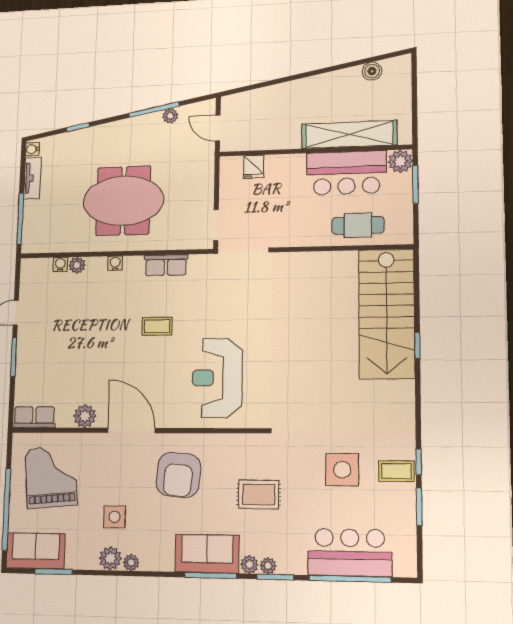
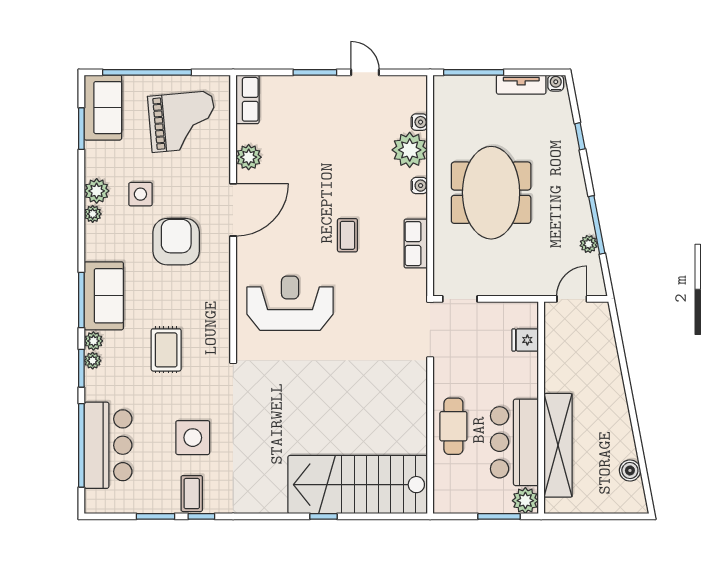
cafe table: (358, 225) -> (453, 426), moved
plant: (77, 265) -> (410, 150), width x1.88, depth x1.88
armchair: (178, 475) -> (176, 242), moved, turned 85

